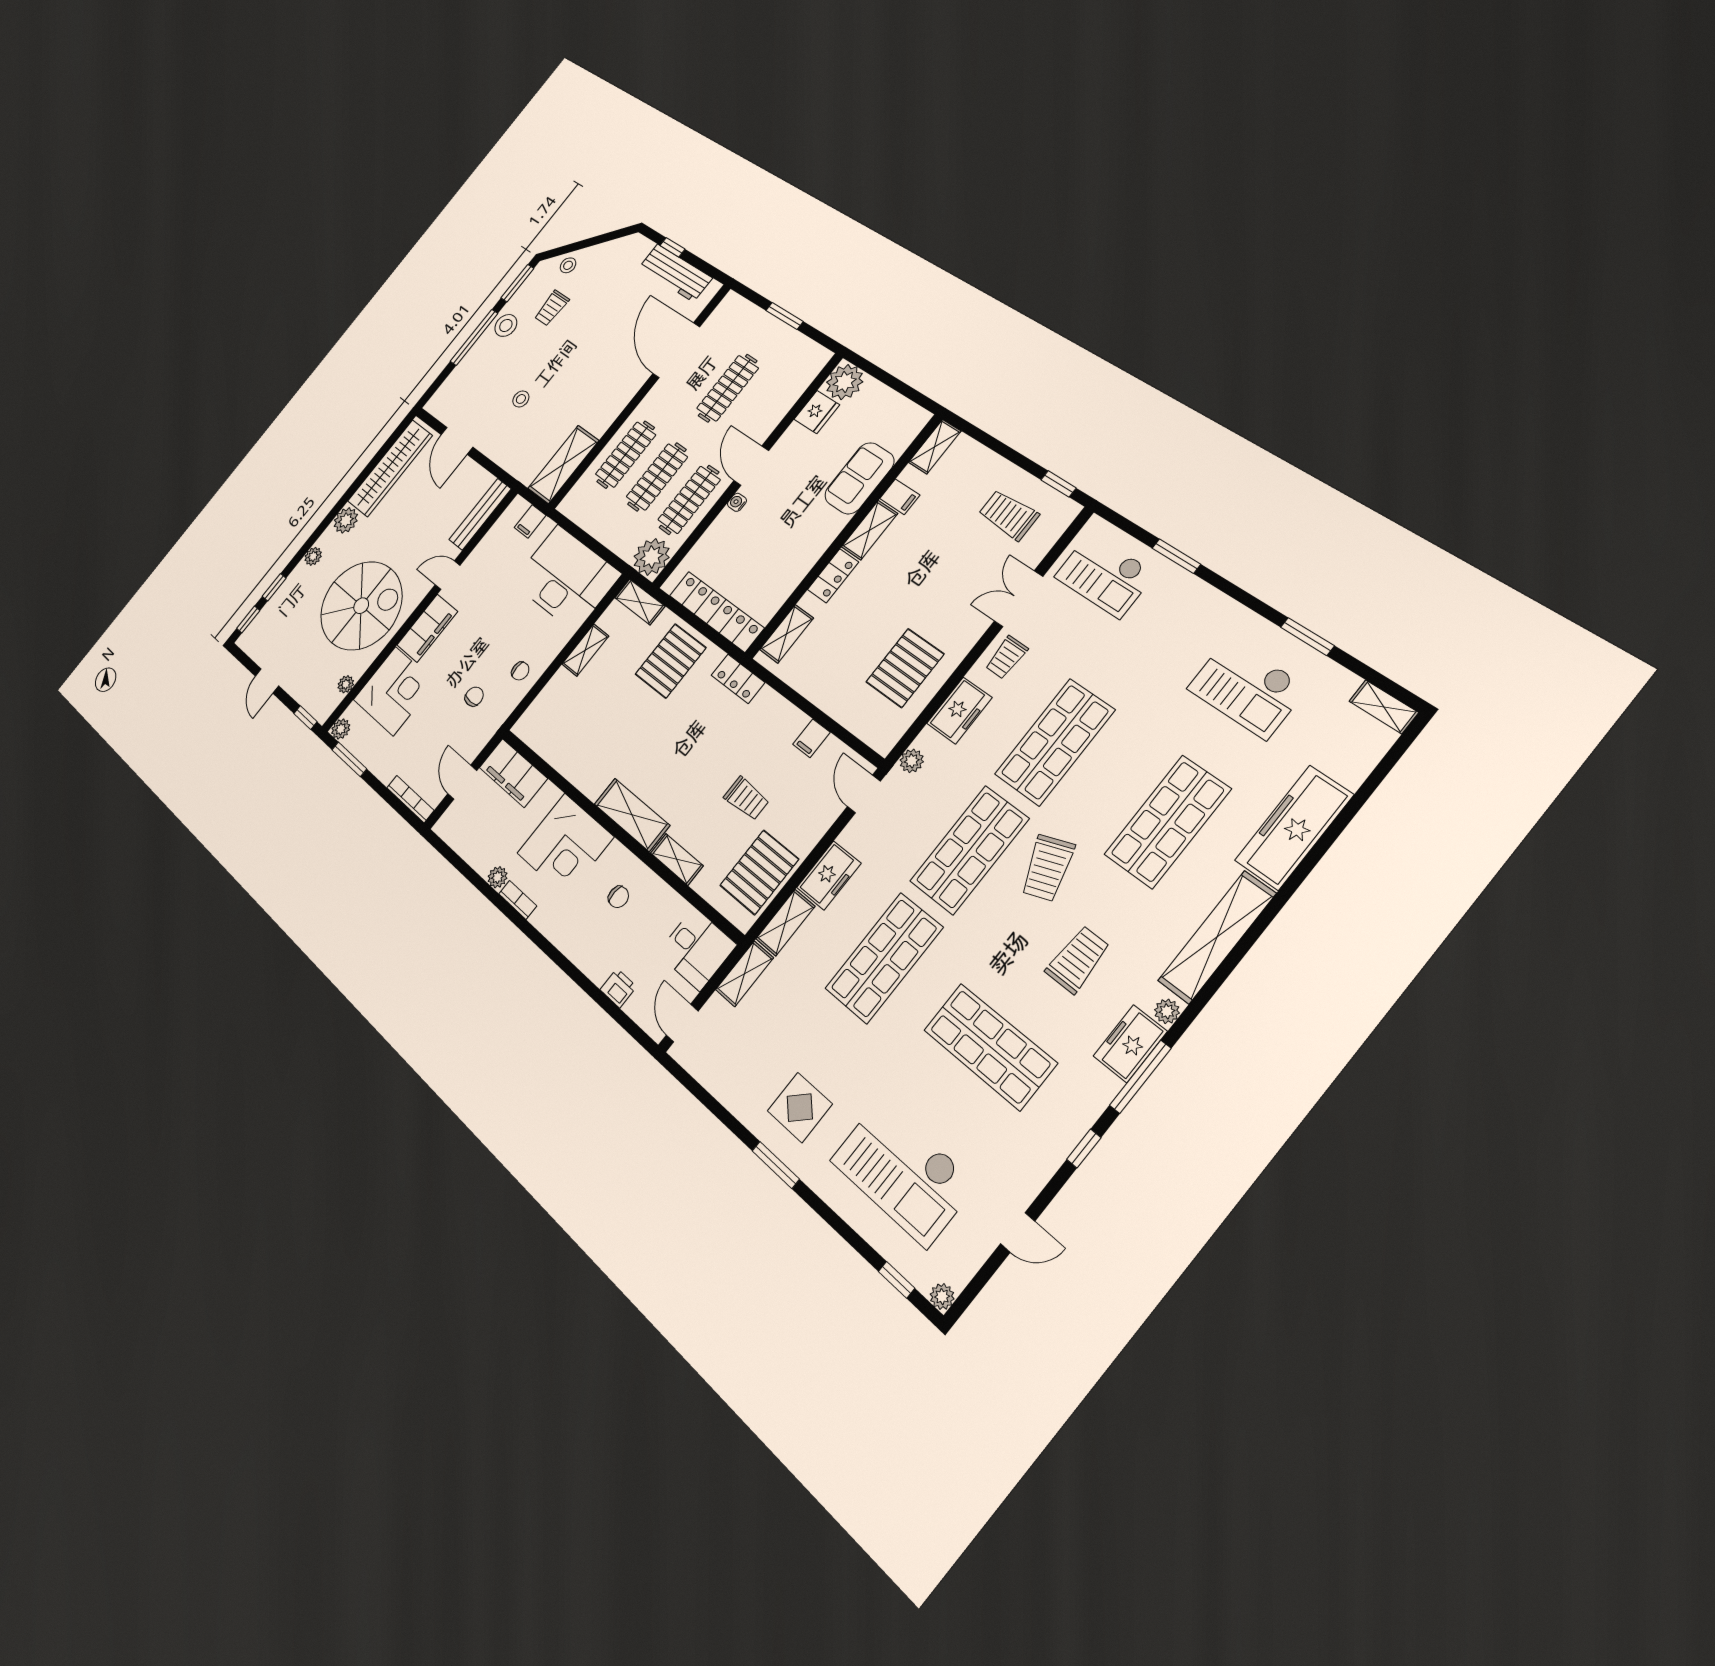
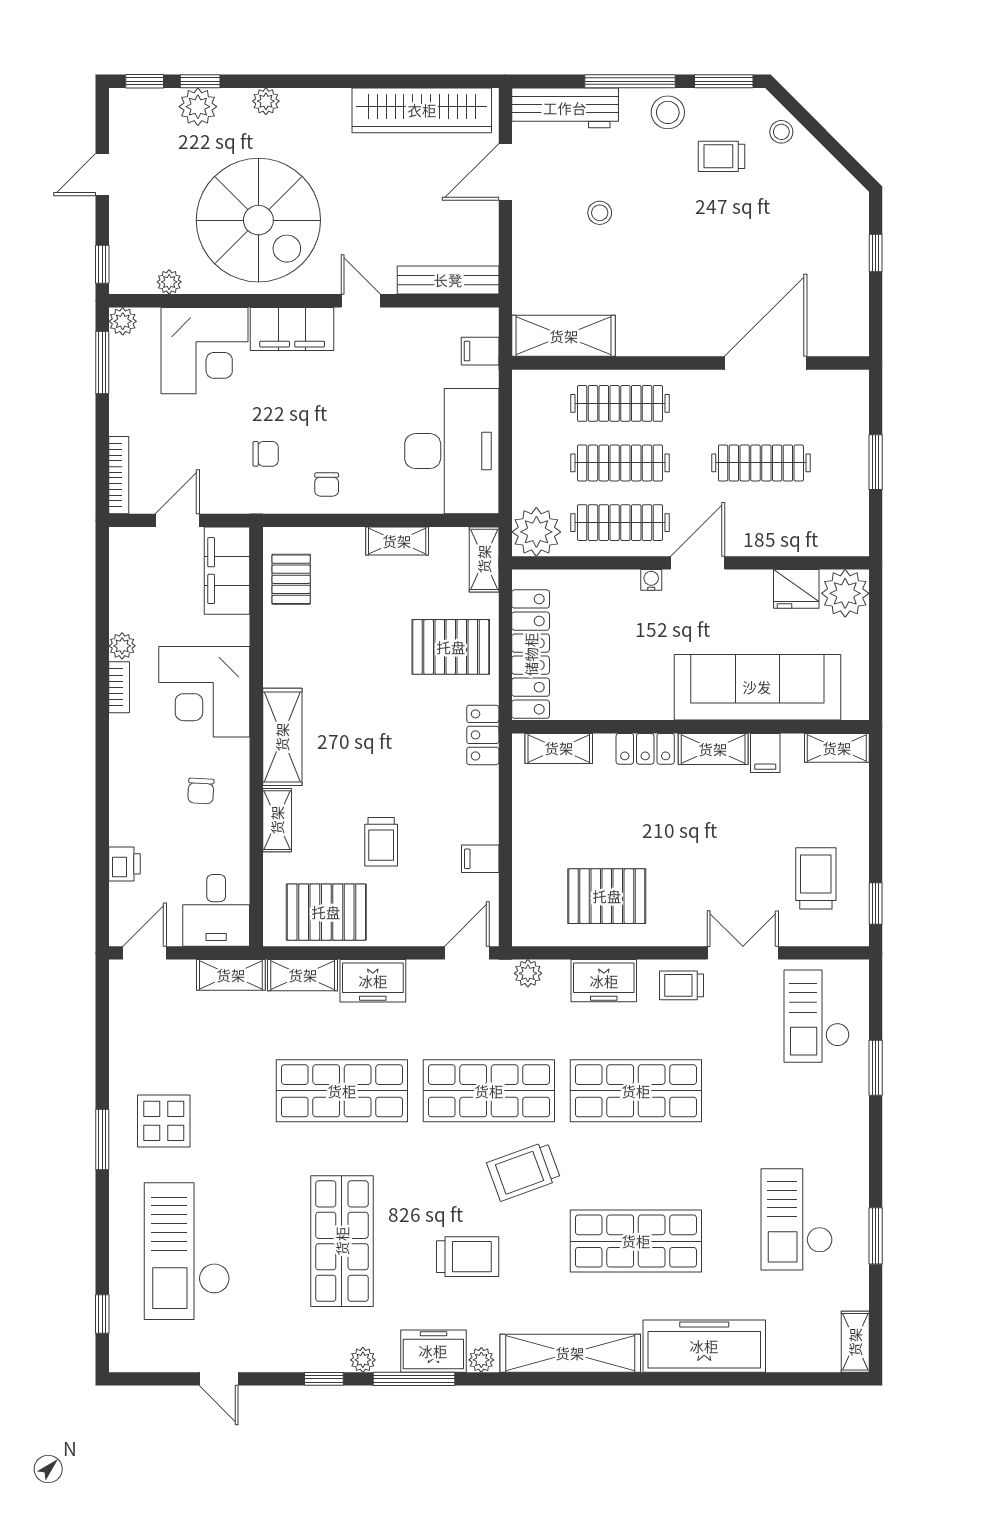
workbench: (675, 273) -> (565, 108), moved, turned -90
sofa: (859, 478) -> (757, 687), width x1.85, depth x1.27
plant: (346, 520) -> (198, 107), moved
pallet: (551, 735) -> (291, 579), added
plant: (942, 1297) -> (363, 1360), moved

